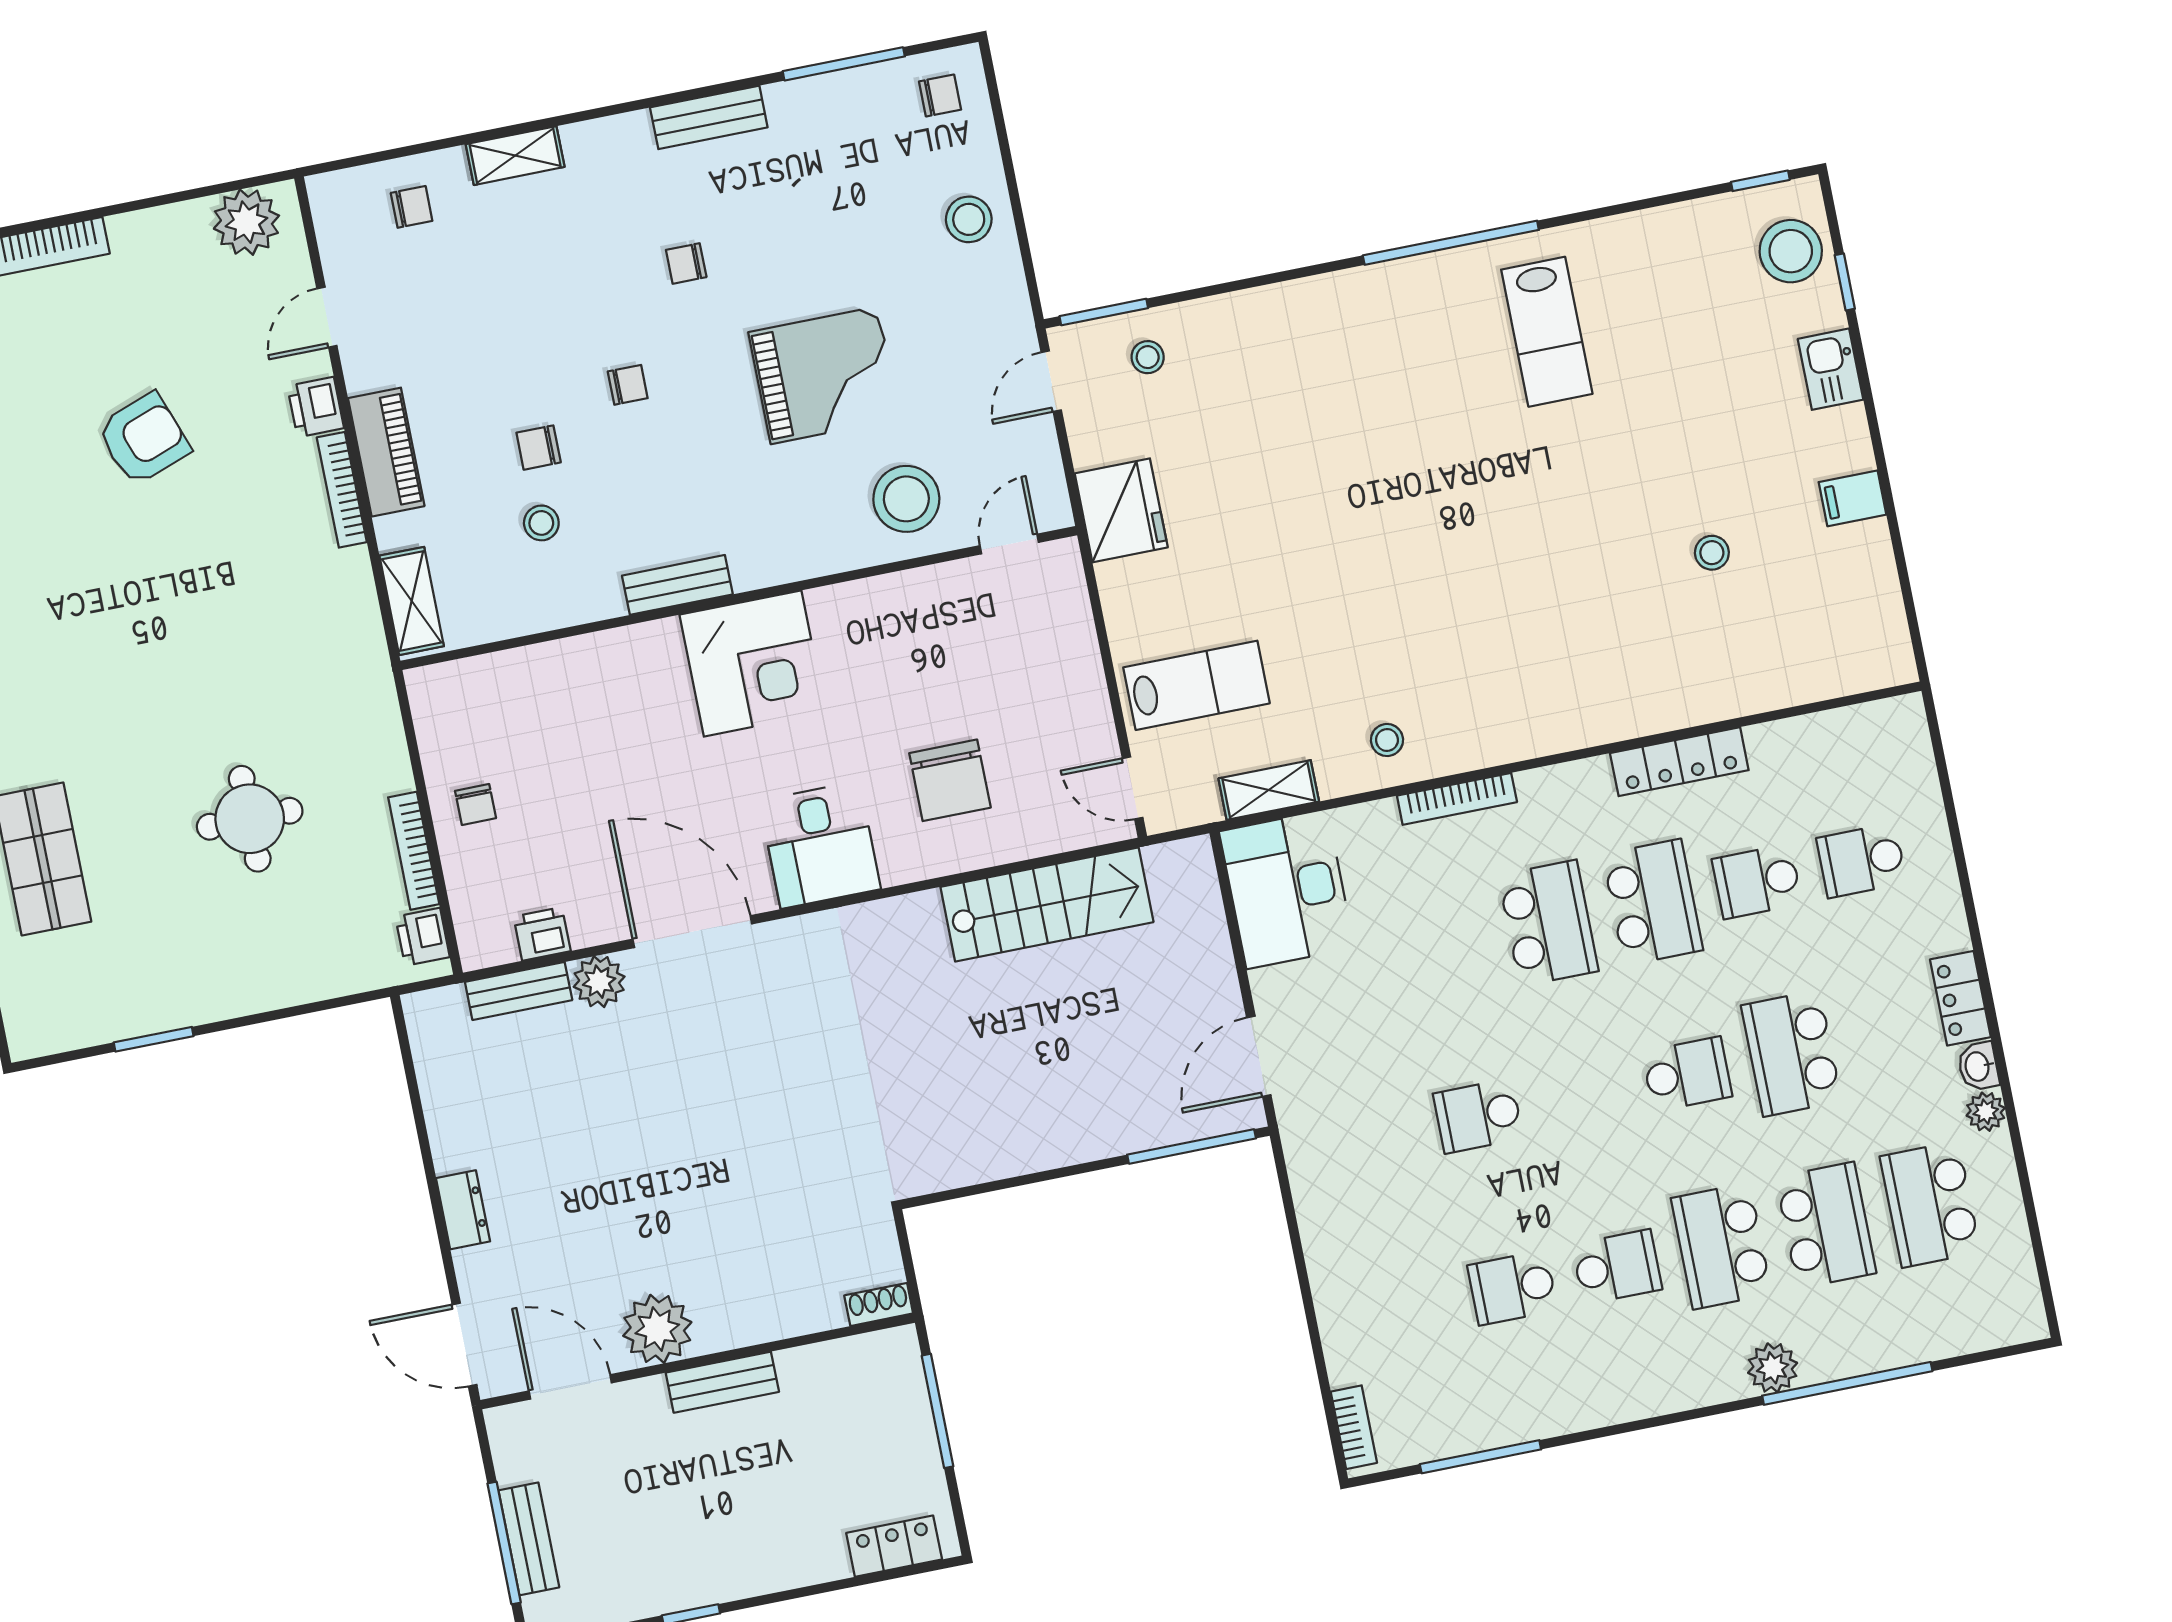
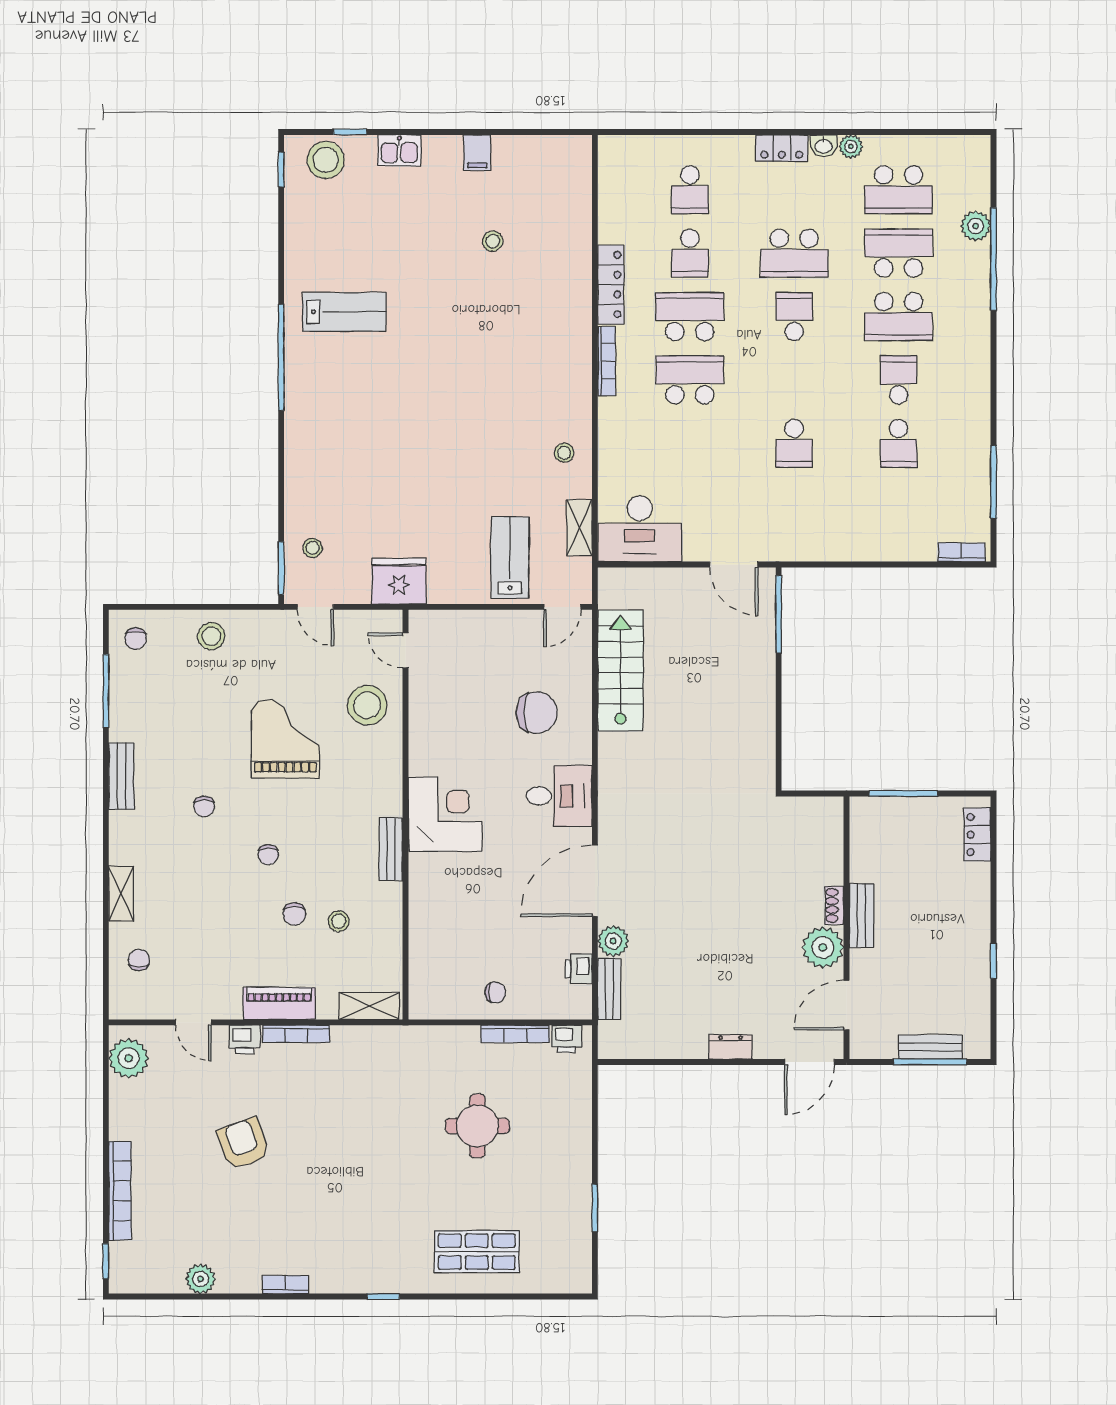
chair: (940, 96) -> (136, 639), turned 180
chair: (628, 385) -> (268, 855), turned 180
bookcase: (1457, 799) -> (607, 361), moved
shoe rack: (879, 1304) -> (834, 905), moved
plant: (1773, 1368) -> (976, 226), moved

